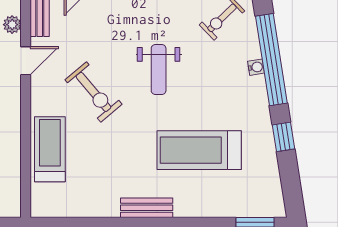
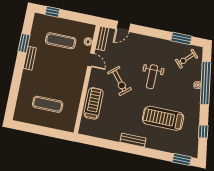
door: (26, 61) -> (91, 60), hinge flipped
window: (284, 137) -> (203, 131), moved

